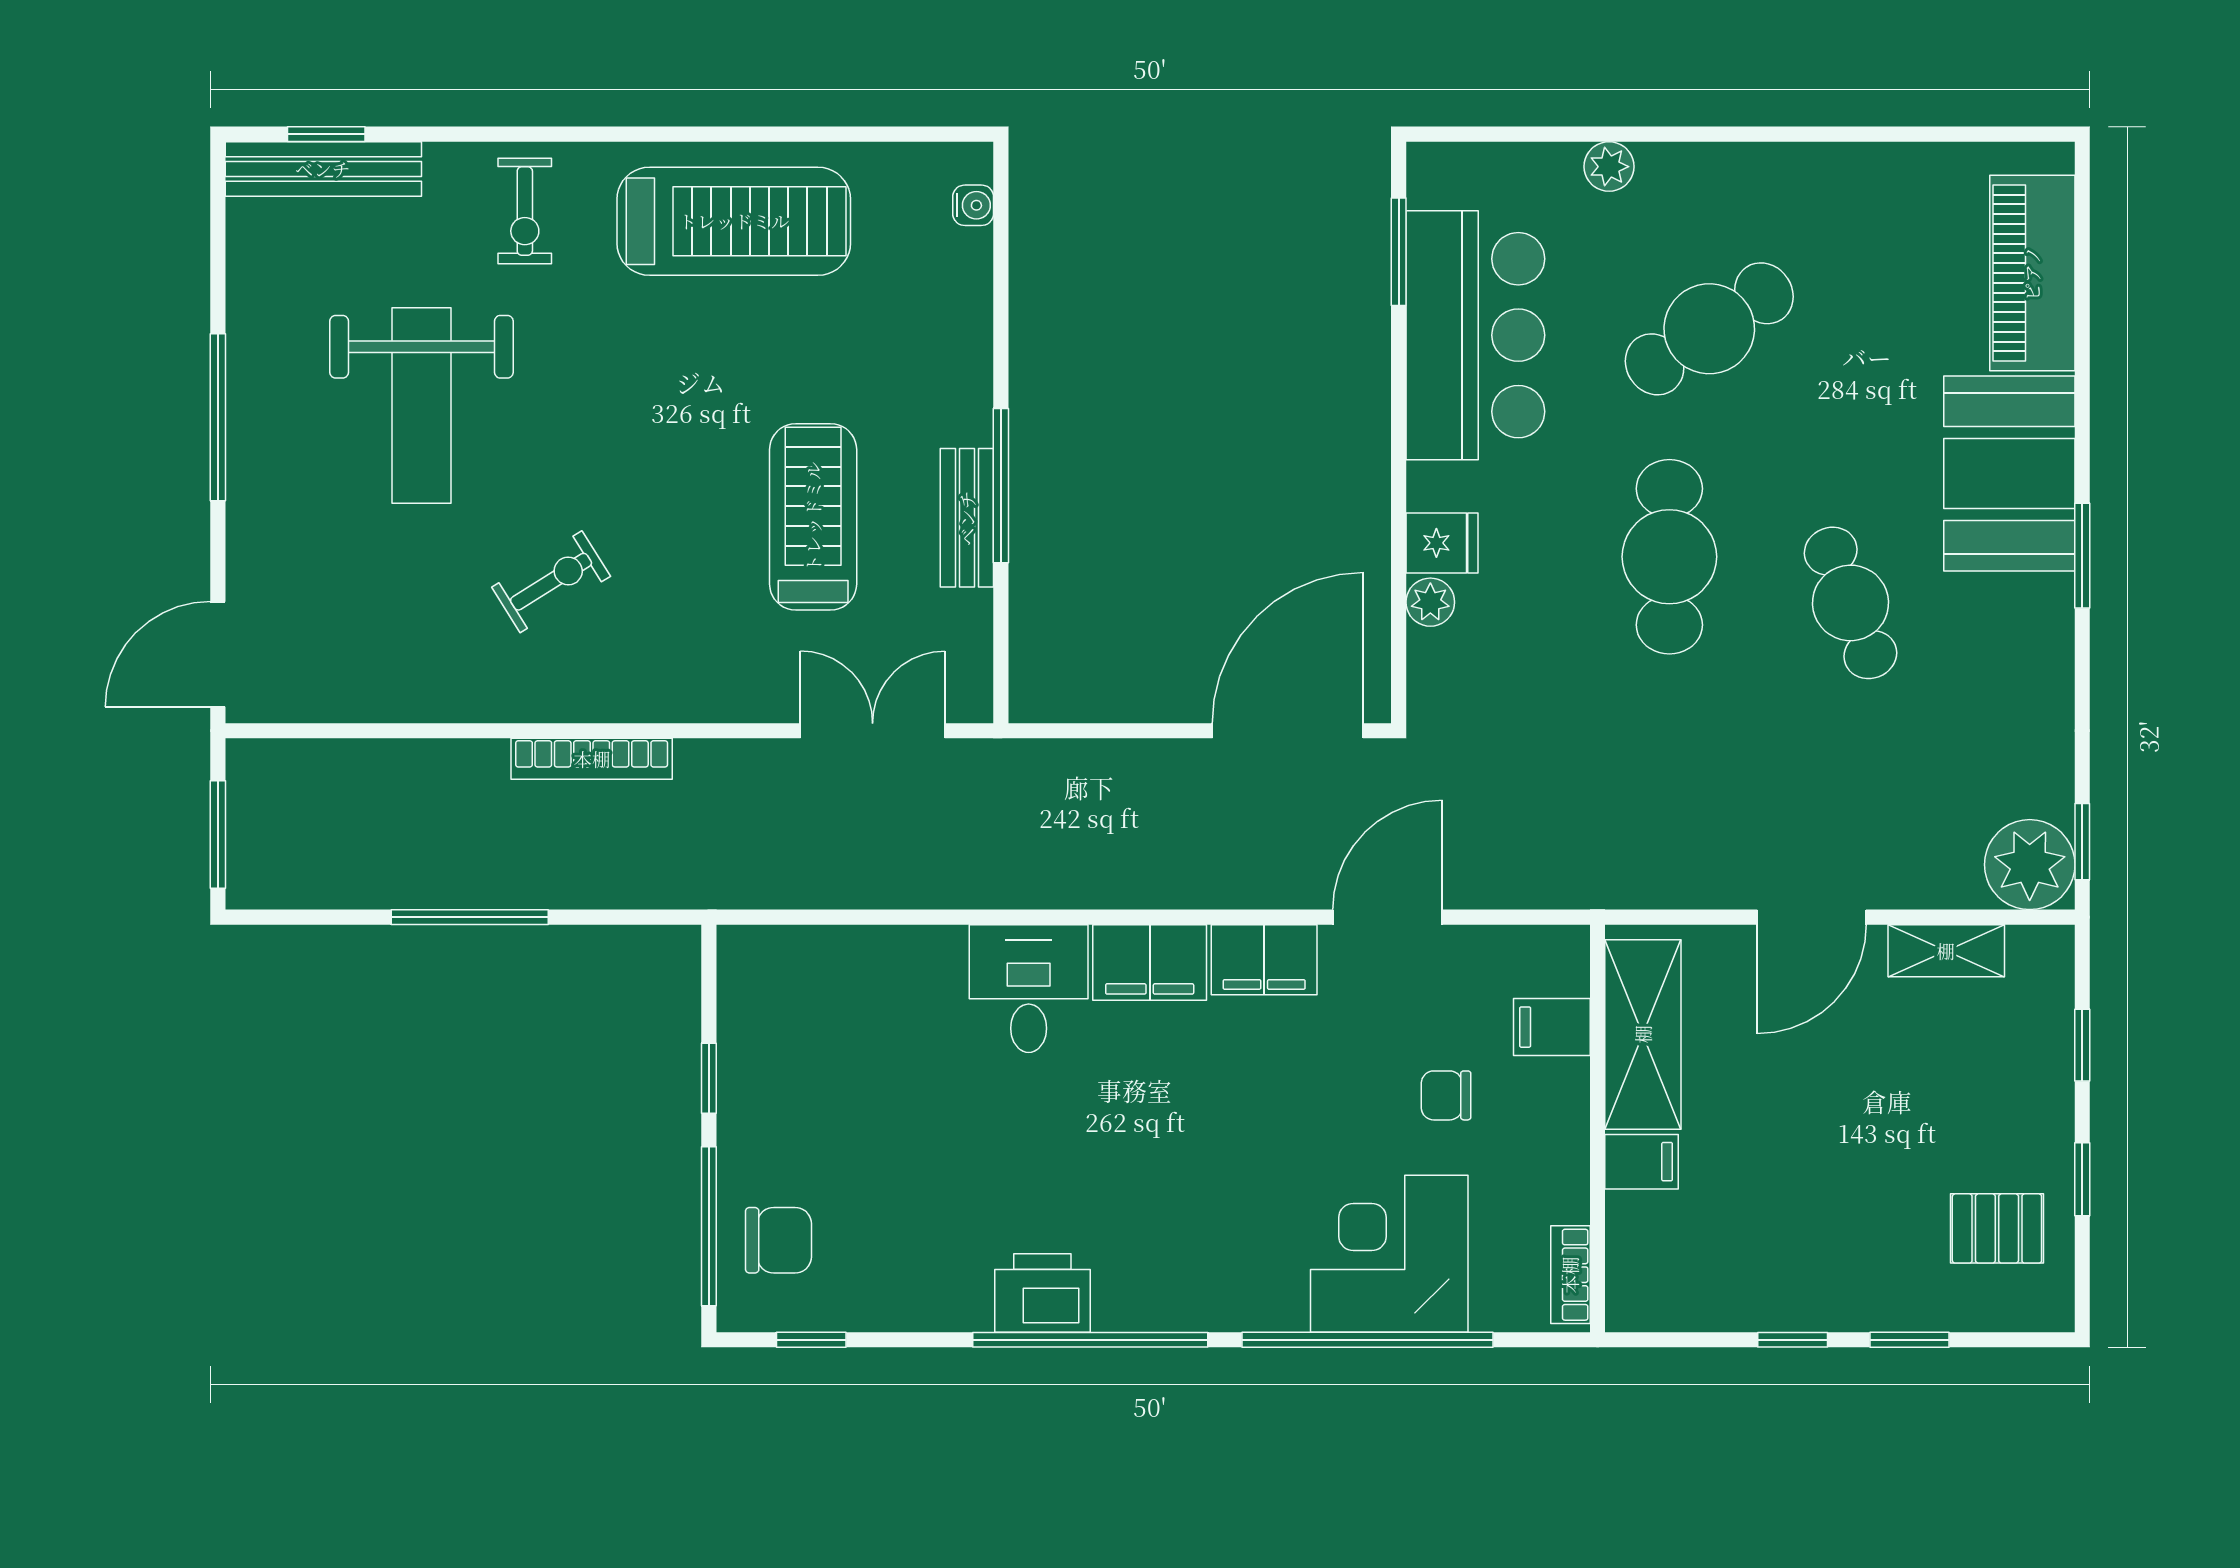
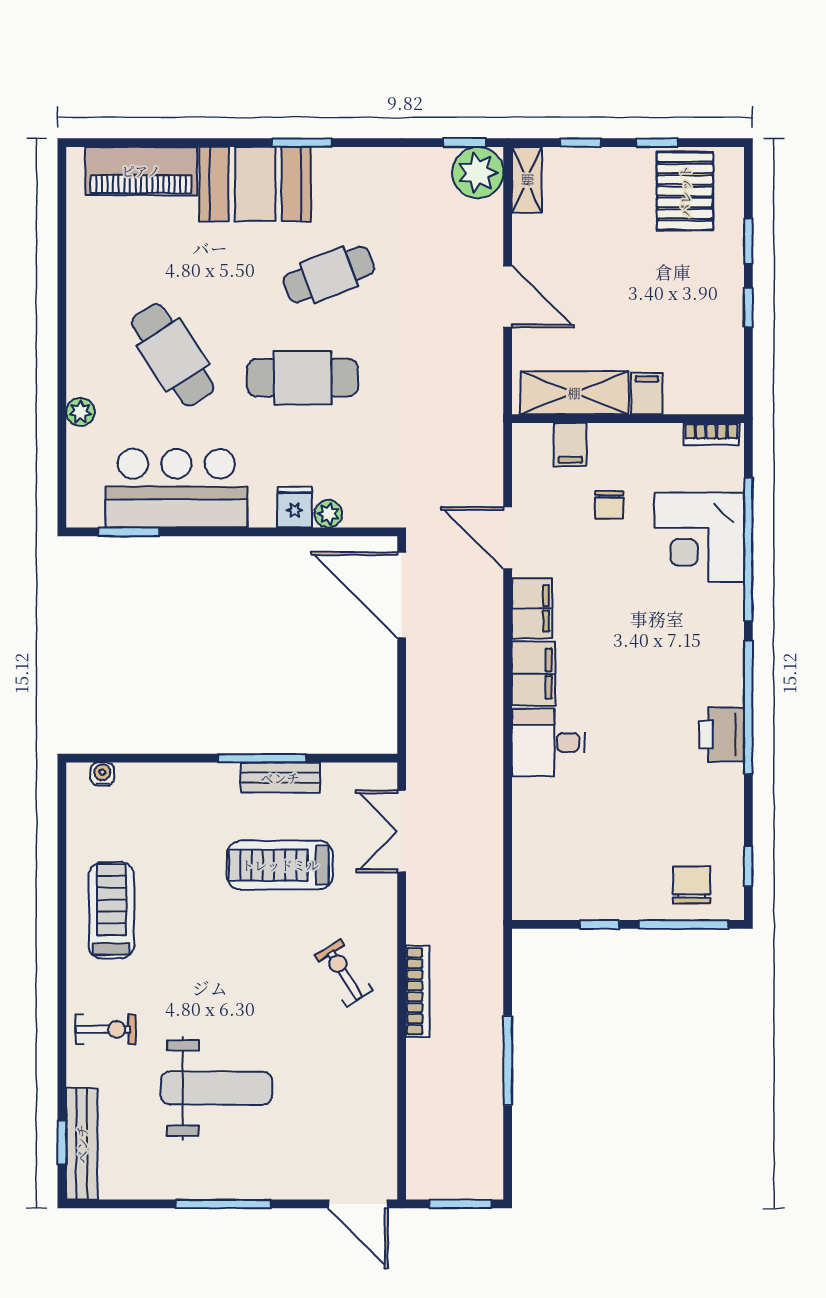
treadmill: (734, 221) -> (112, 910), width x0.73, depth x0.73
exercise bike: (551, 582) -> (344, 973), moved
shelving: (1946, 951) -> (527, 180), moved
pallet: (1997, 1228) -> (685, 191), width x1.50, depth x1.42

